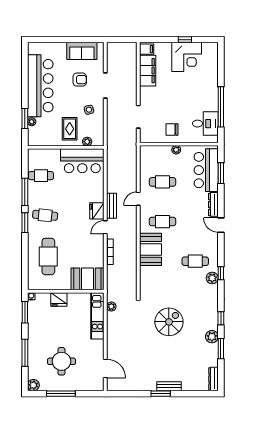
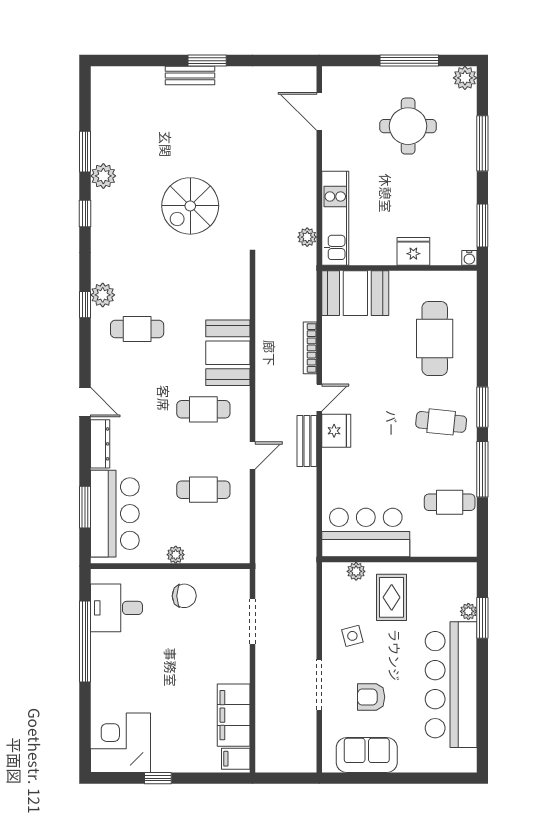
corner desk: (187, 57) -> (120, 743), moved
dresser: (213, 379) -> (100, 90), removed

